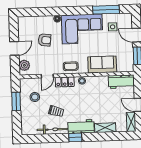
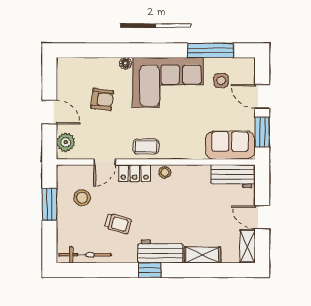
door: (14, 48) -> (49, 112), hinge flipped
sofa: (102, 65) -> (230, 145), moved
bicycle: (52, 129) -> (85, 255), moved

